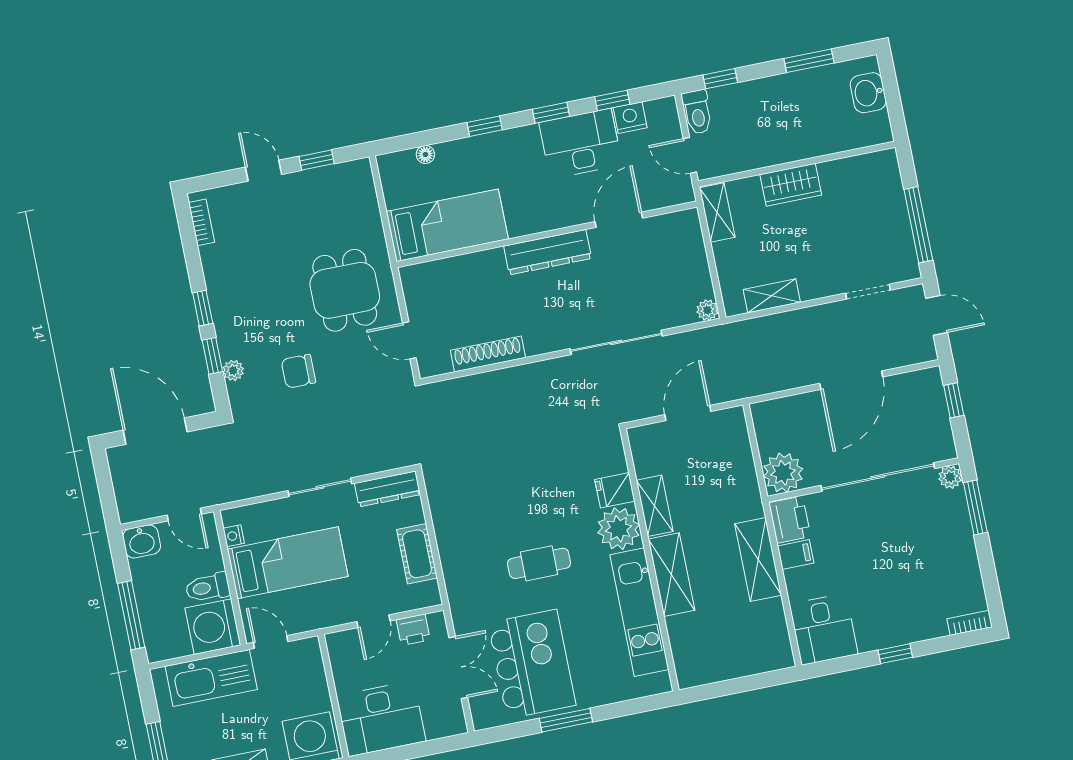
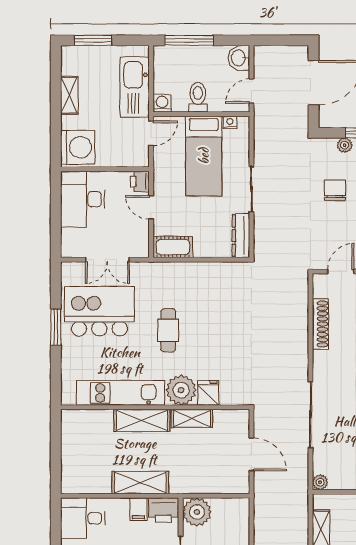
cot: (417, 554) -> (173, 247), moved
washing machine: (213, 627) -> (162, 103), width x0.53, depth x0.53
printer: (413, 630) -> (140, 182), moved
kitchen island: (532, 664) -> (99, 311), turned 180

